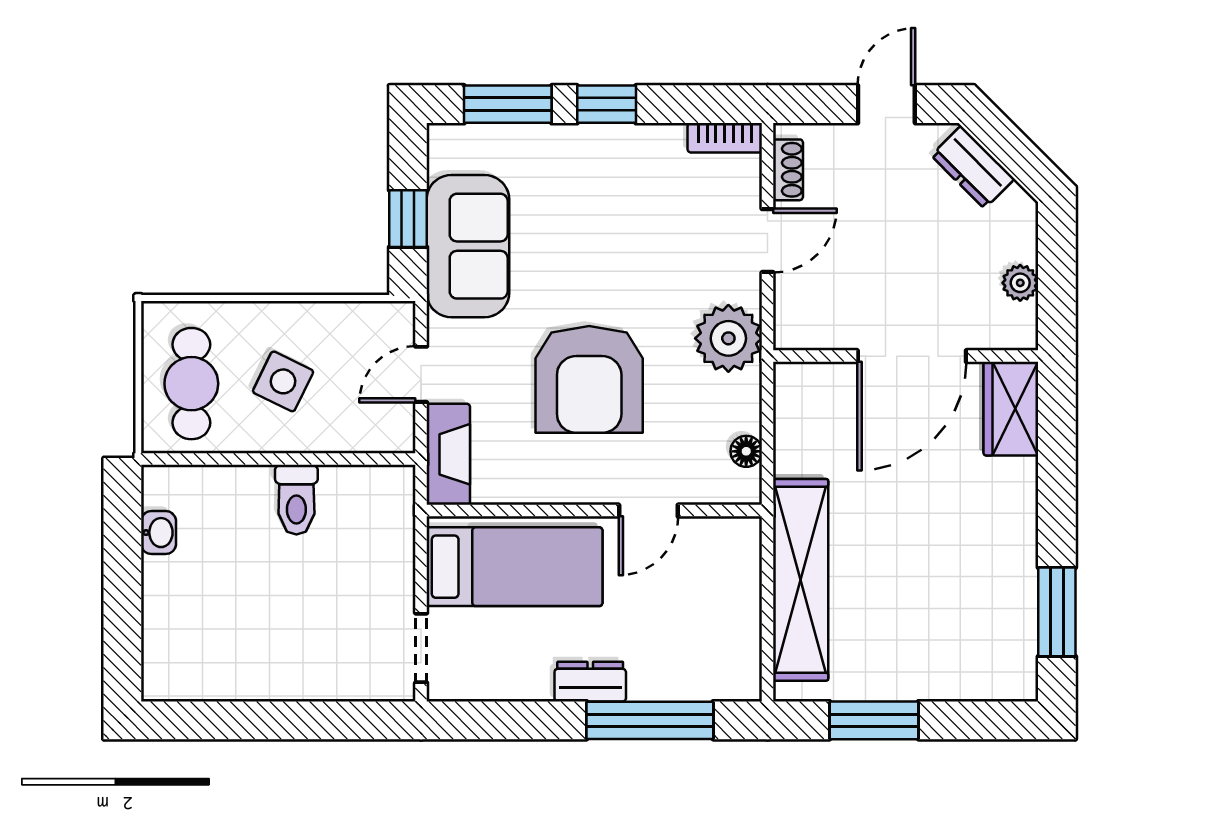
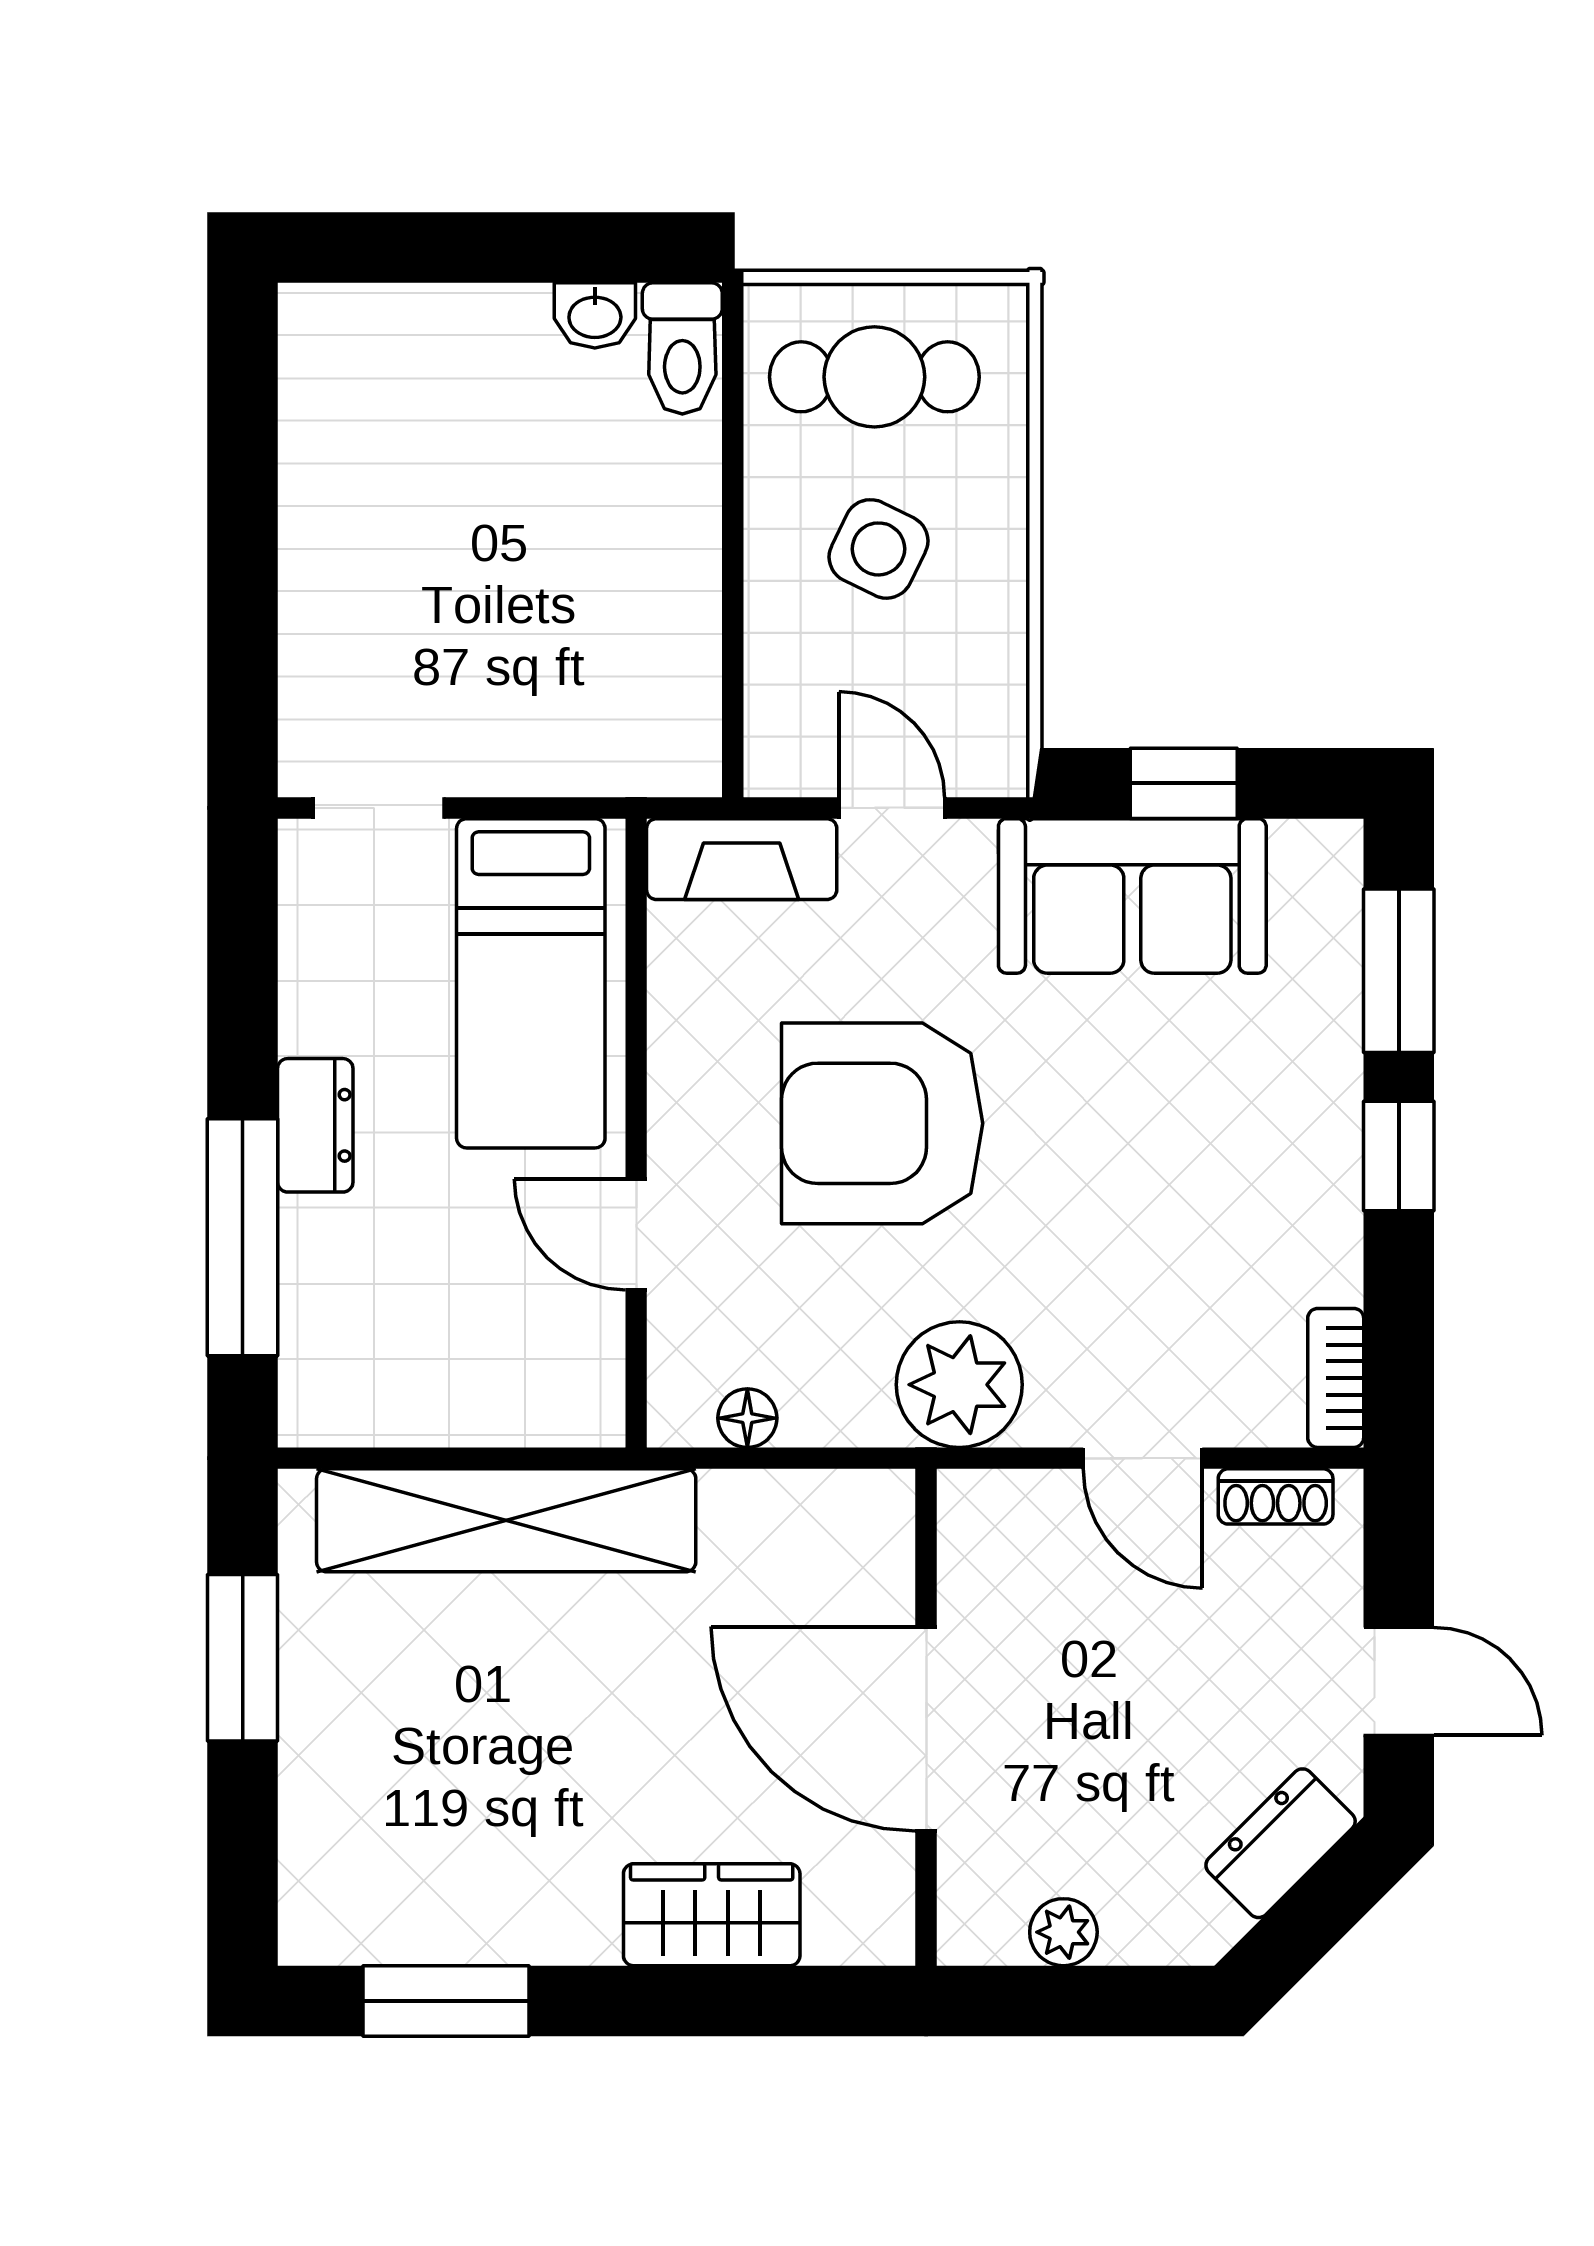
wardrobe: (1011, 409) -> (712, 1915), moved
toilet: (296, 500) -> (682, 348), moved, turned -90

